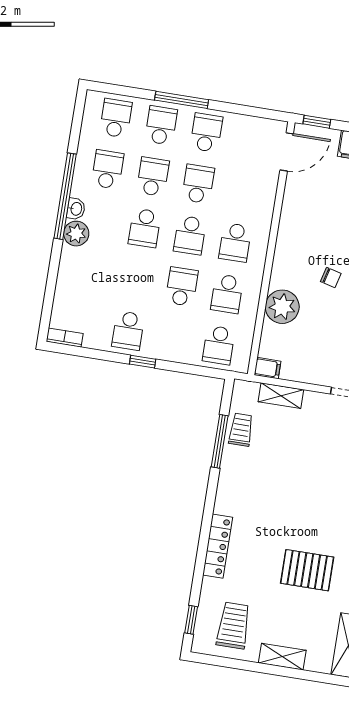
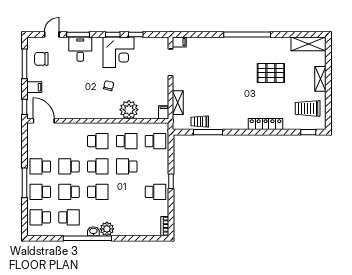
school desk: (108, 169) -> (69, 217), turned 180
pallet: (307, 570) -> (271, 73), turned 90

